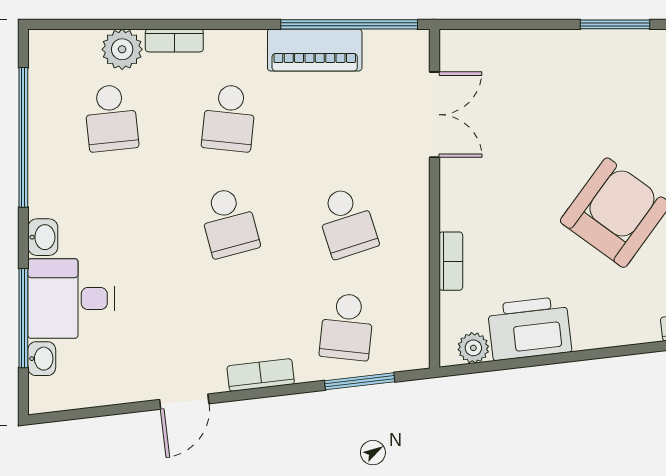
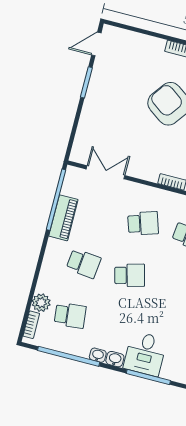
bookcase: (174, 40) -> (31, 325), moved
washbasin: (42, 359) -> (98, 355), moved

